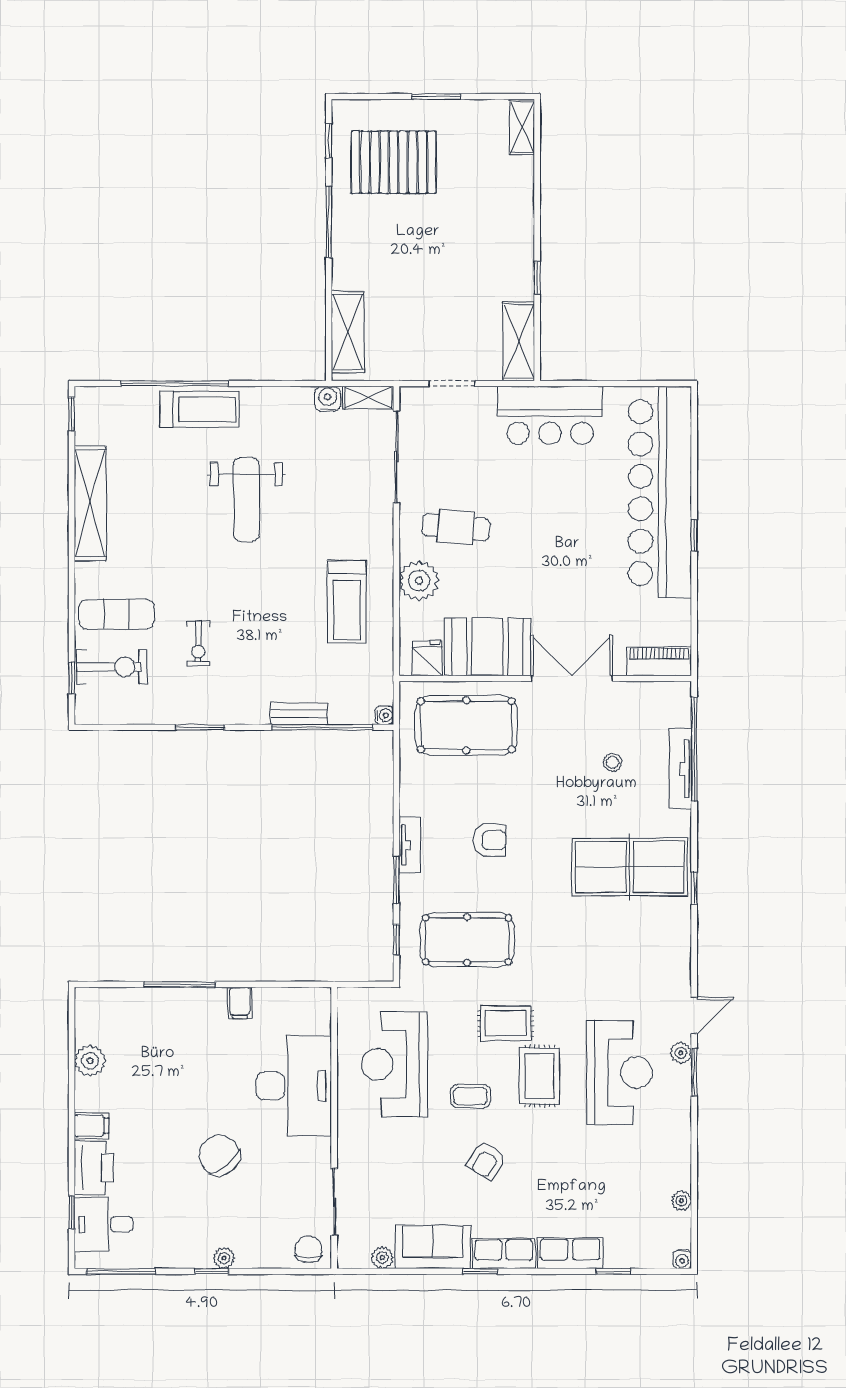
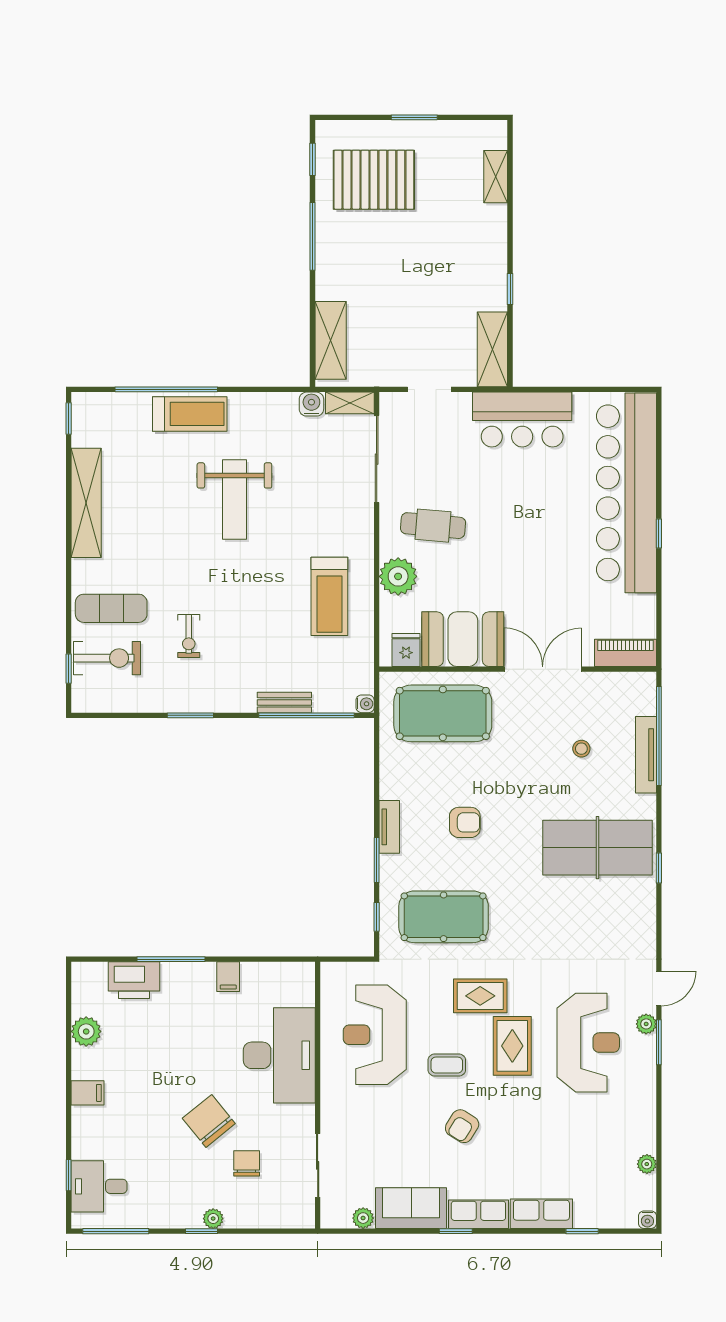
shelving: (522, 127) -> (496, 177), moved
printer: (94, 1168) -> (134, 980), moved, turned 90
chair: (308, 1249) -> (247, 1163), moved

